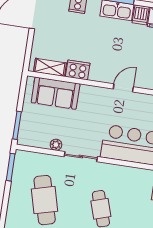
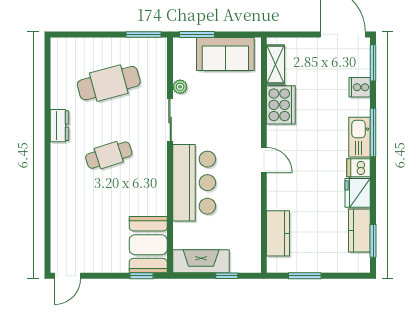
cooker: (78, 70) -> (281, 105), width x1.37, depth x1.31
sofa: (56, 93) -> (225, 54), moved, turned -90

